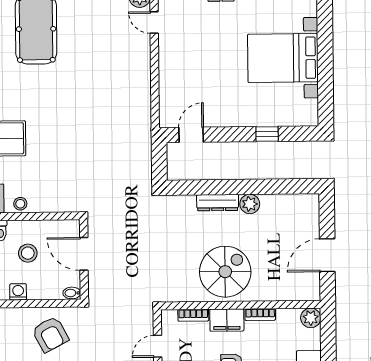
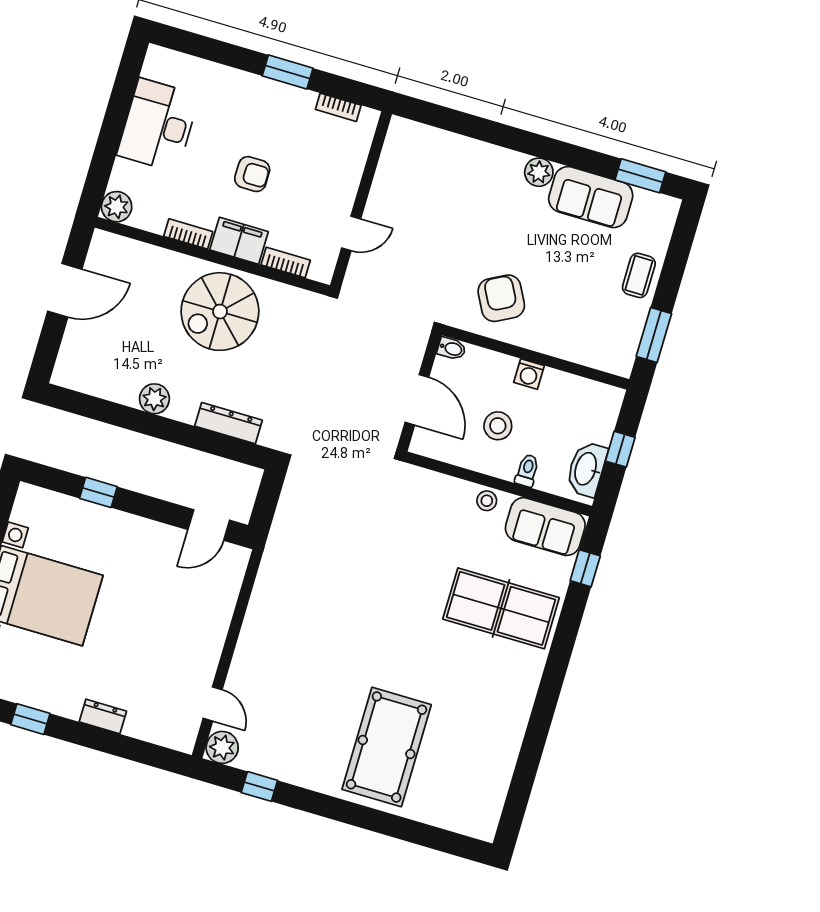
dresser: (218, 203) -> (228, 423), moved

